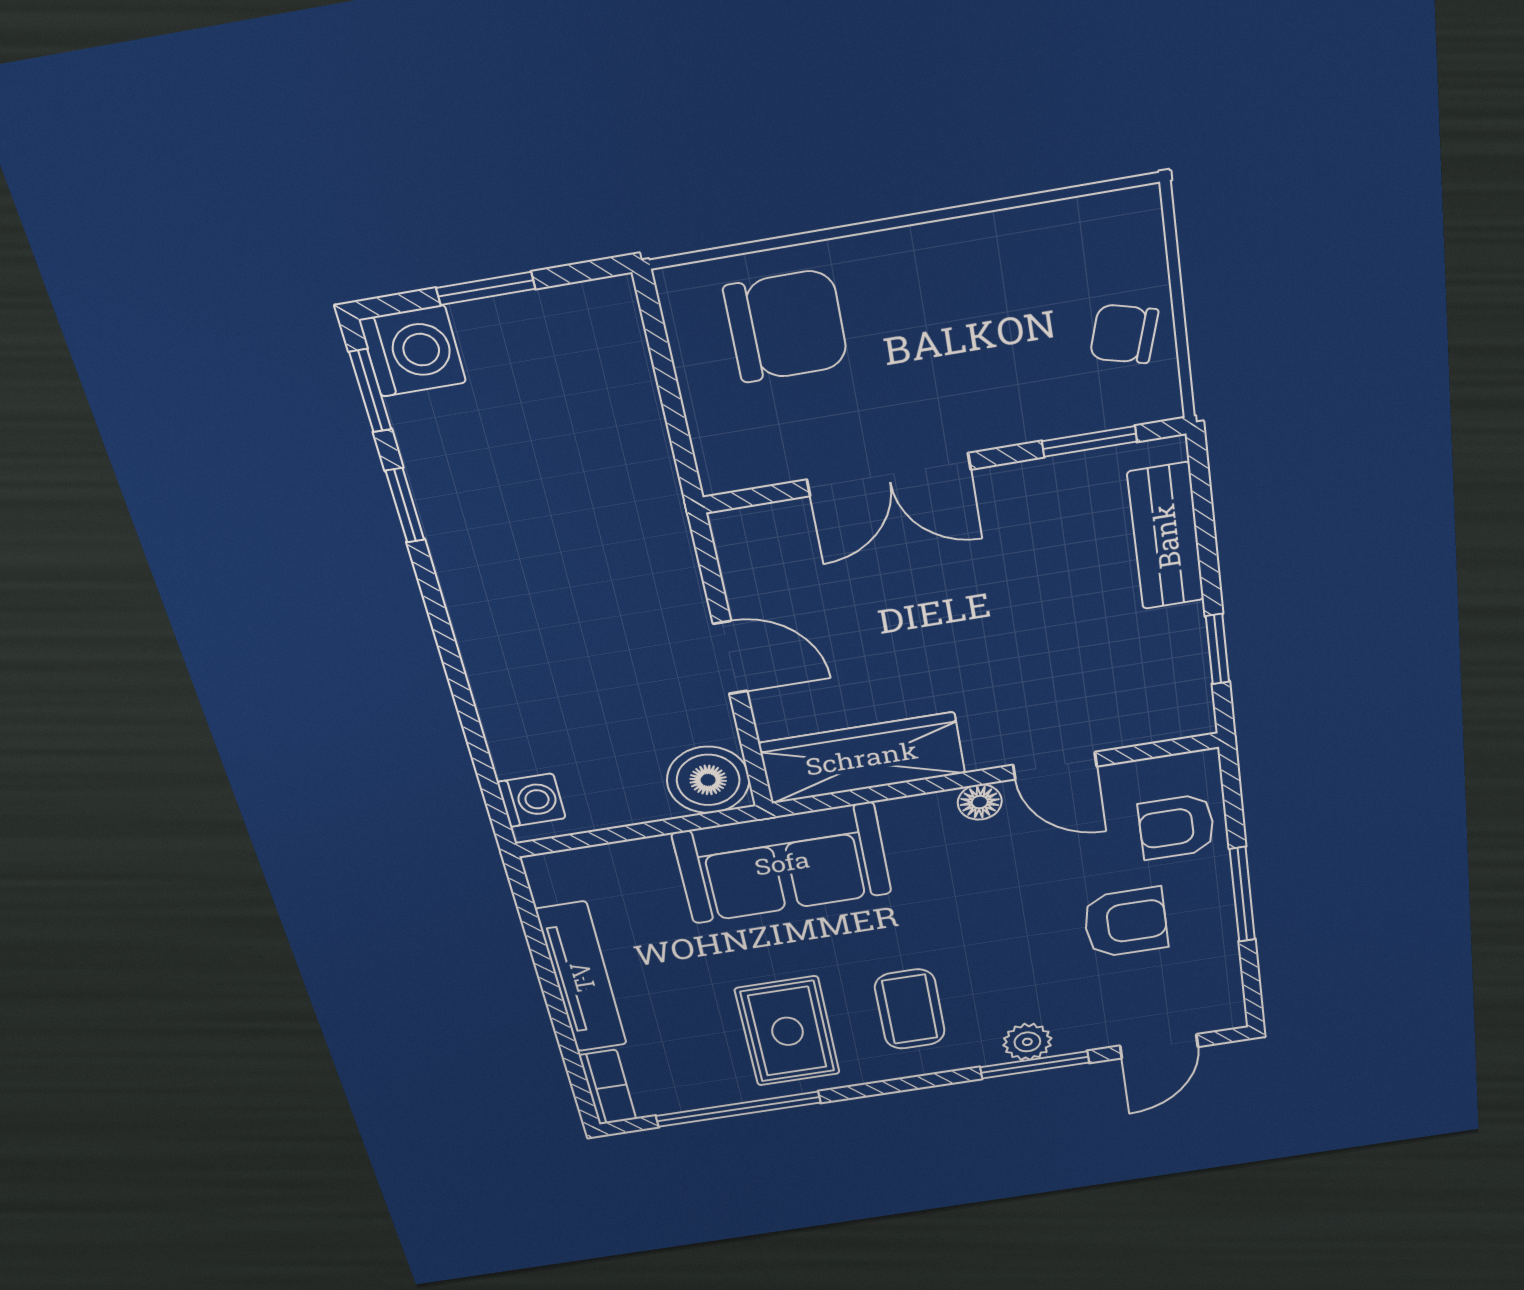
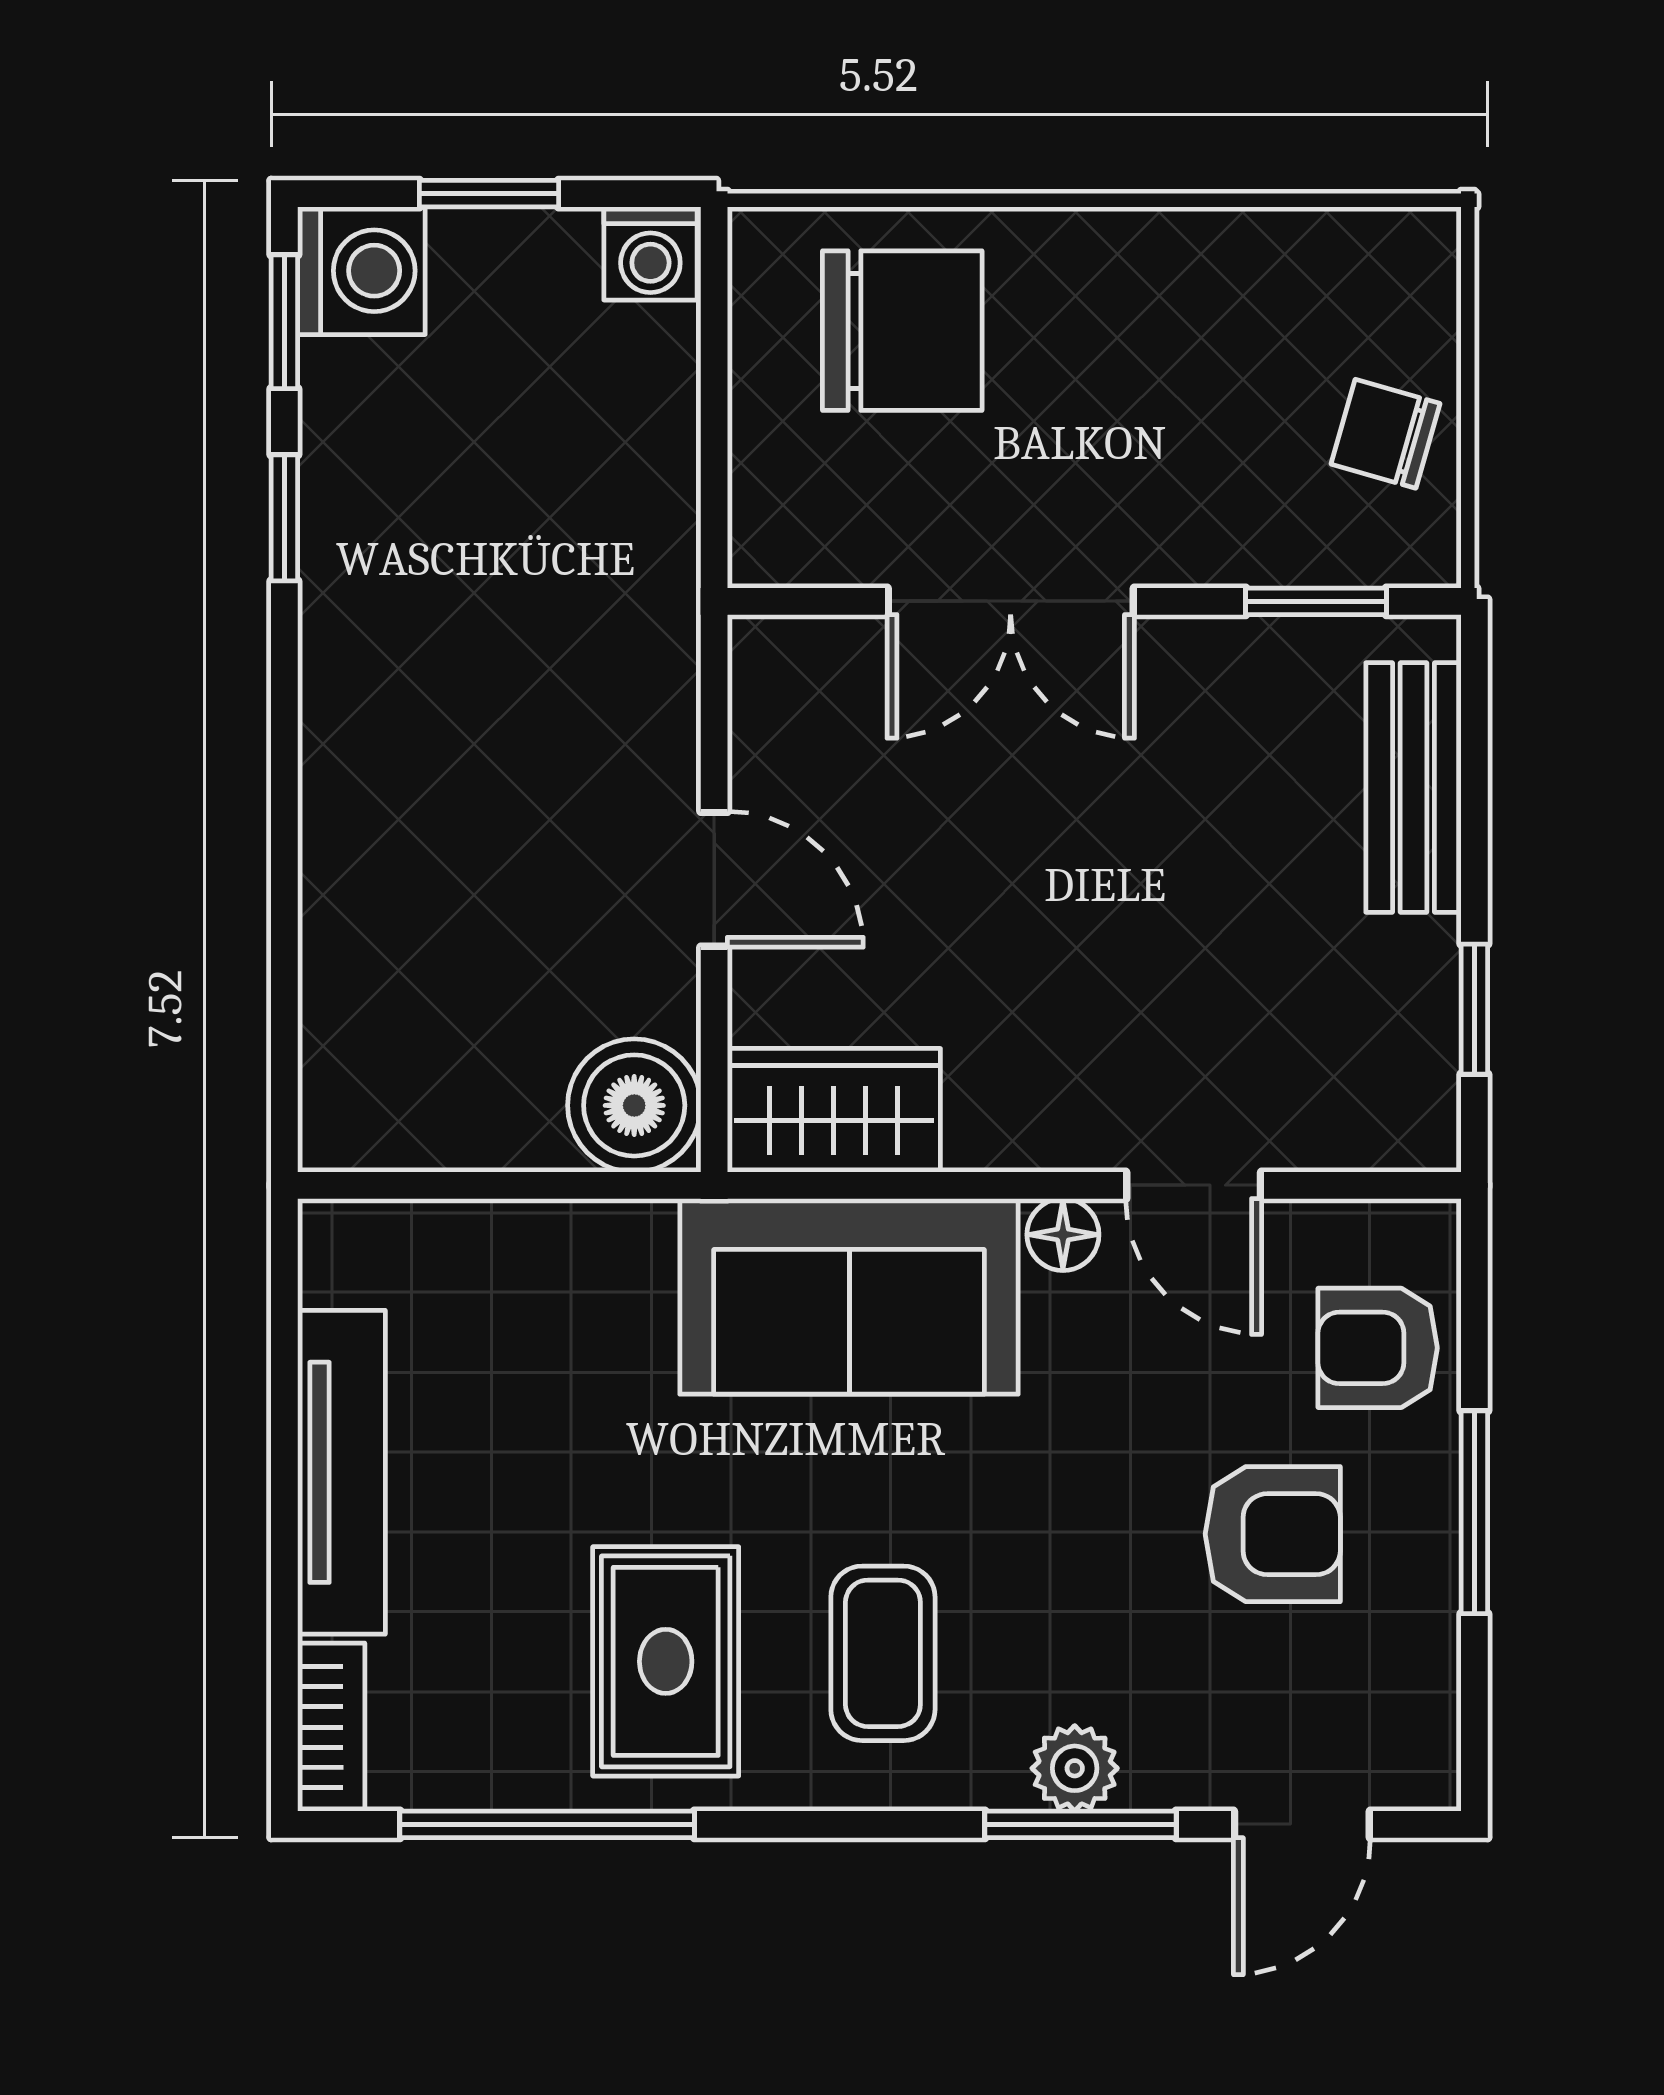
wardrobe: (862, 758) -> (834, 1110), width x0.67
washing machine: (531, 800) -> (650, 253), moved, turned 90
sofa: (782, 863) -> (849, 1296), moved

